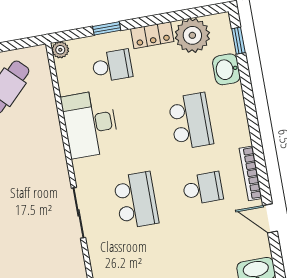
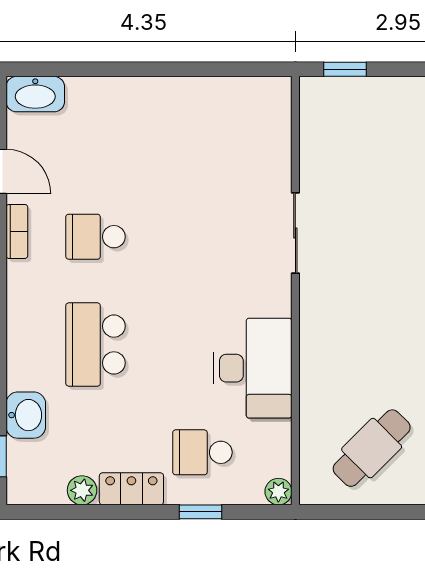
plant: (192, 35) -> (82, 490), width x0.53, depth x0.53
bookcase: (251, 173) -> (17, 231), width x0.64
school desk: (136, 200) -> (202, 237), removed

